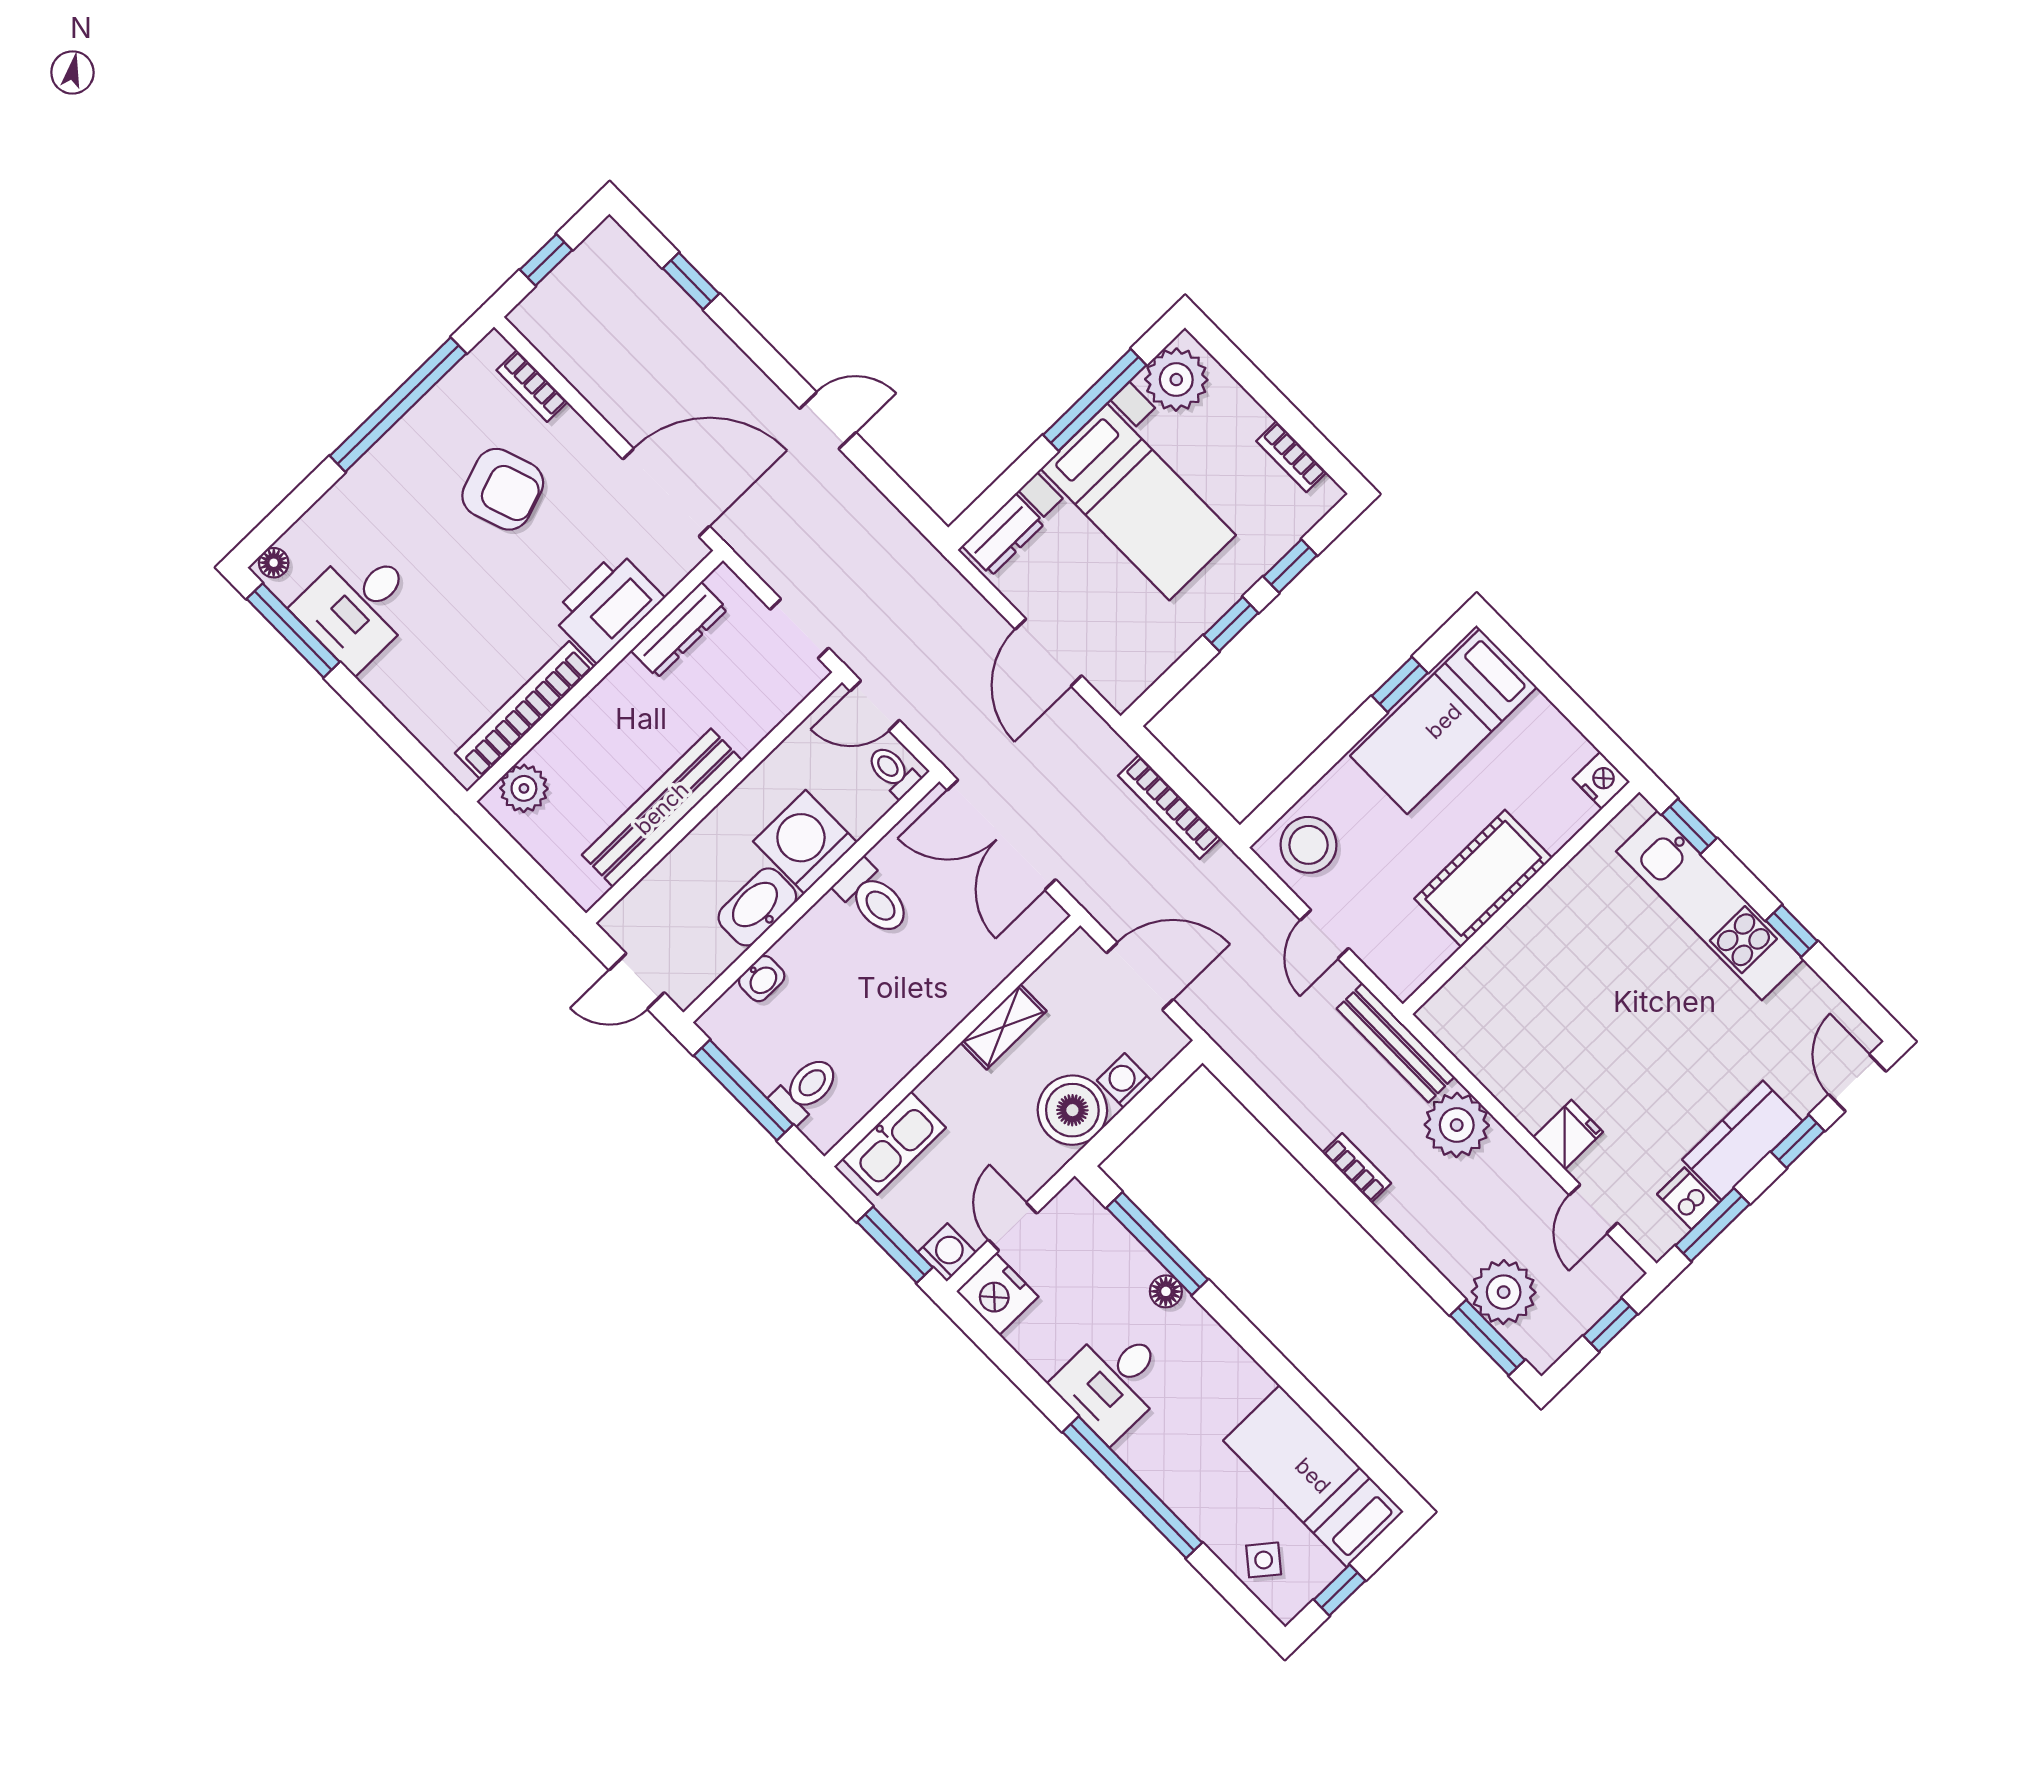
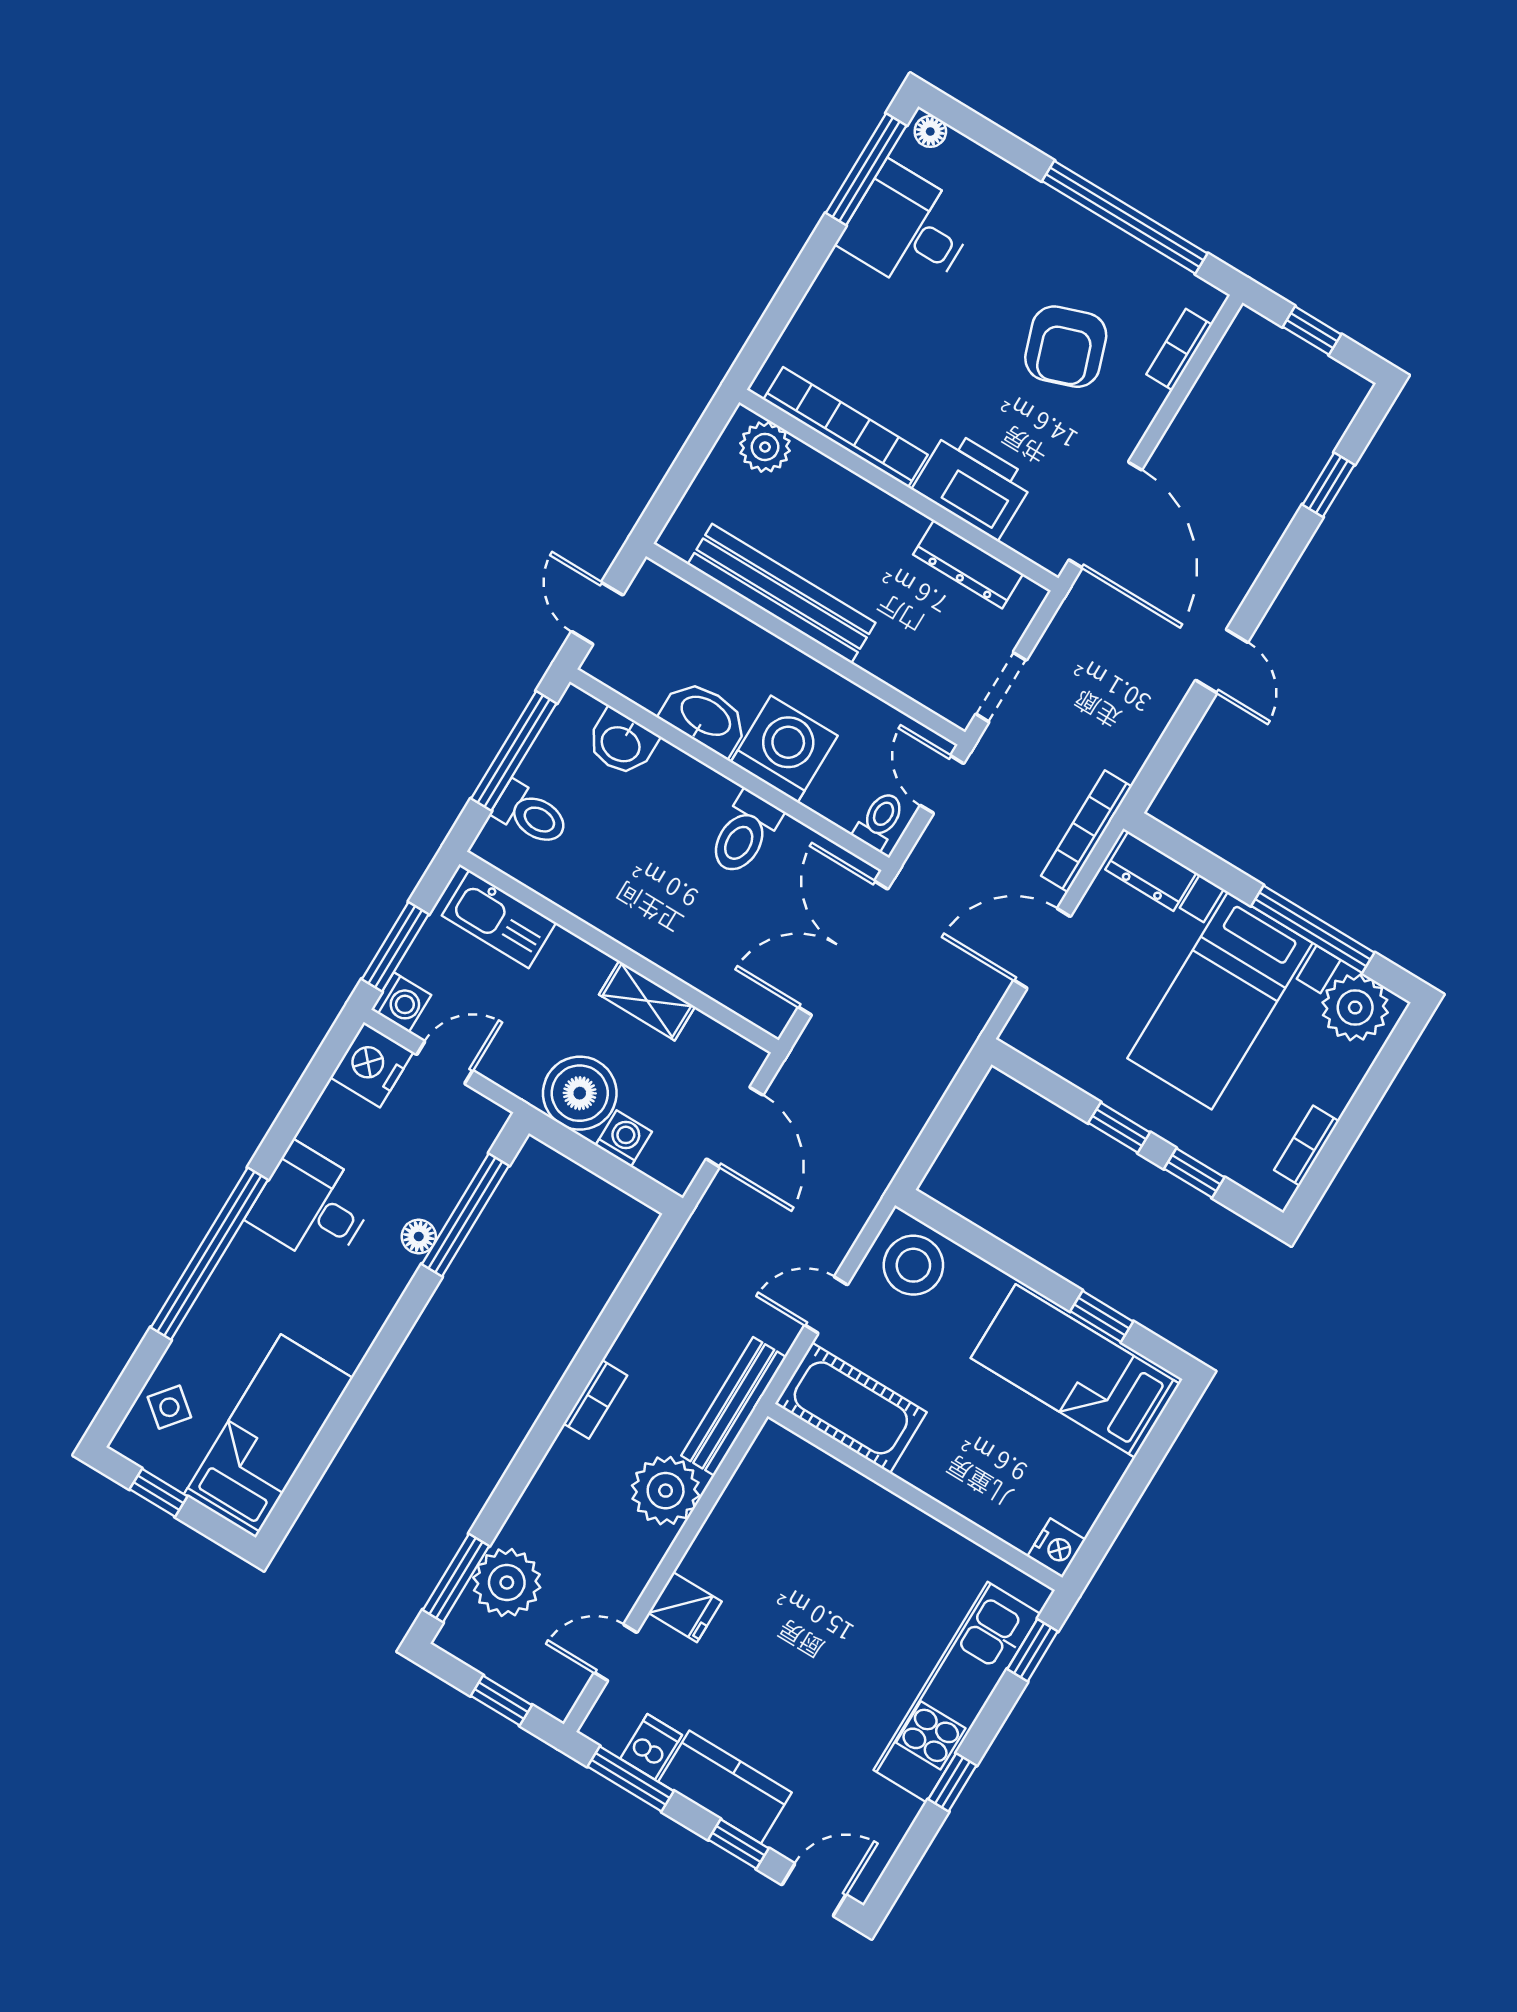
bookcase: (1169, 807) -> (1086, 831), moved
cot: (1483, 878) -> (851, 1408), moved
washbasin: (762, 979) -> (621, 743), width x1.38, depth x1.45

